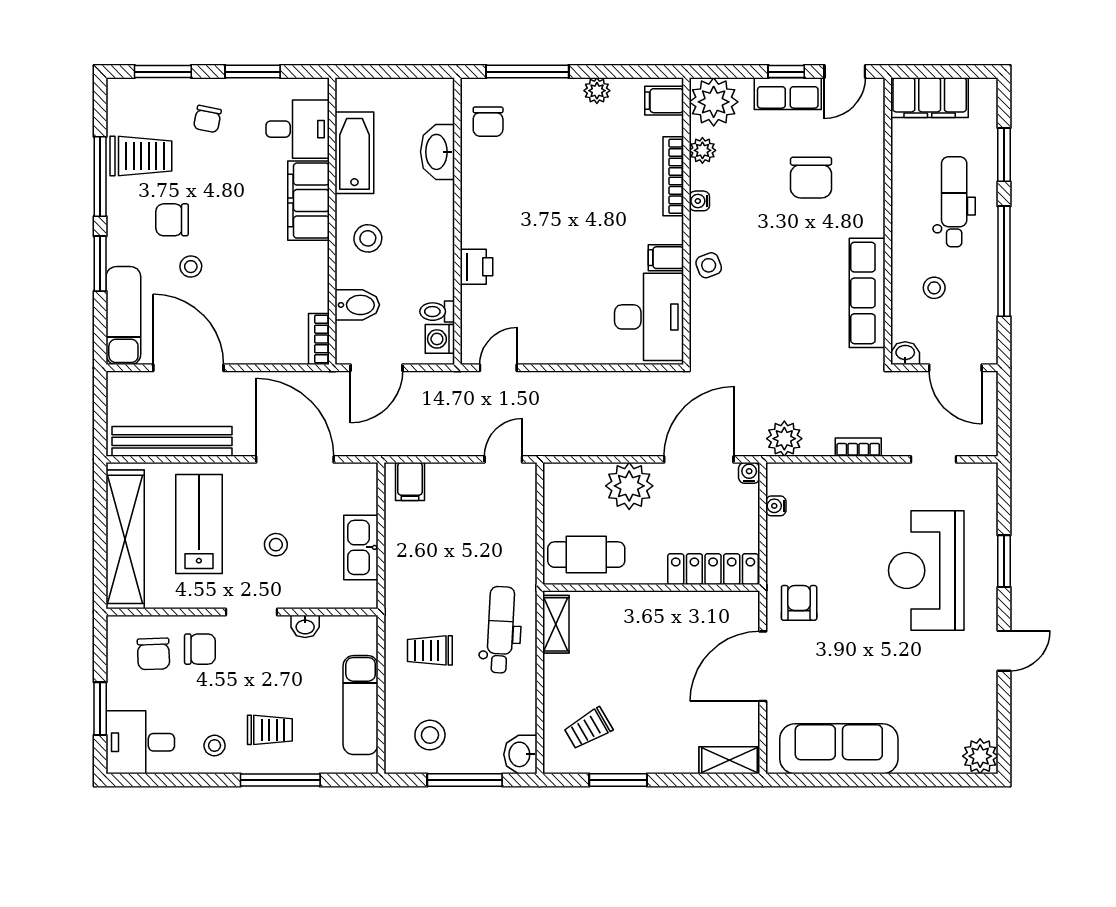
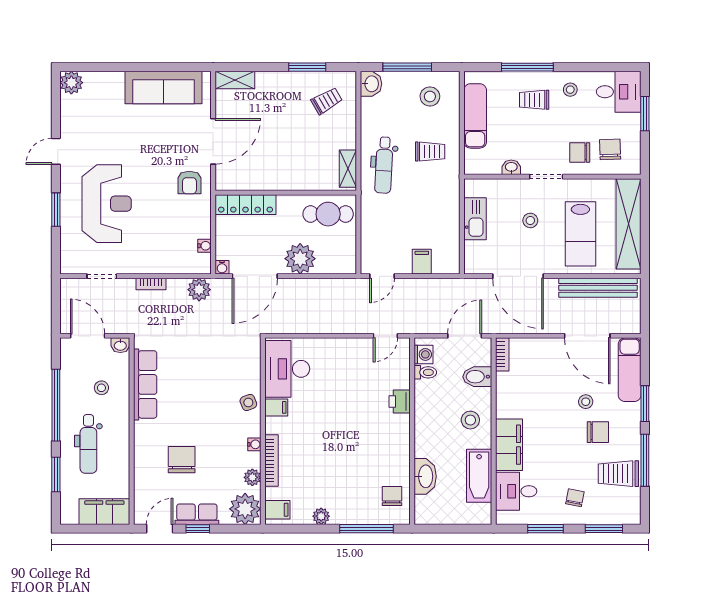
filing cabinet: (410, 482) -> (422, 262), moved

